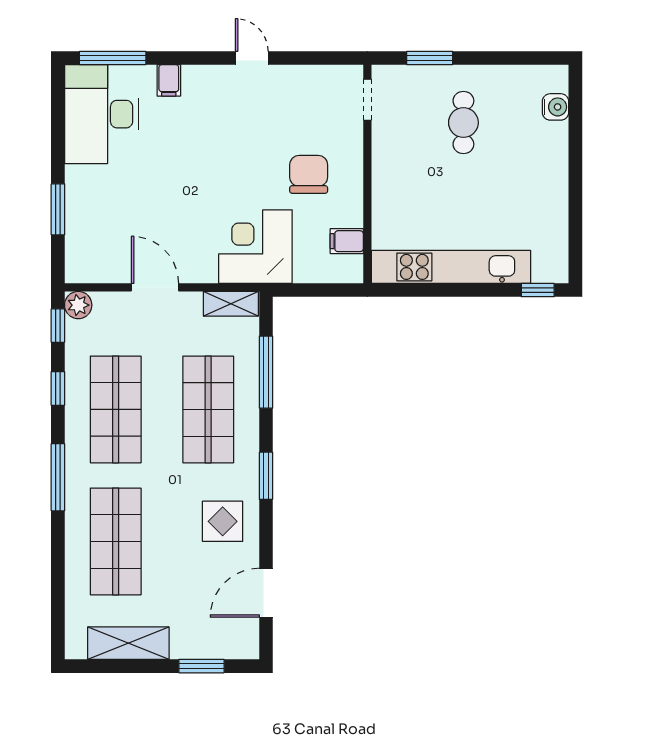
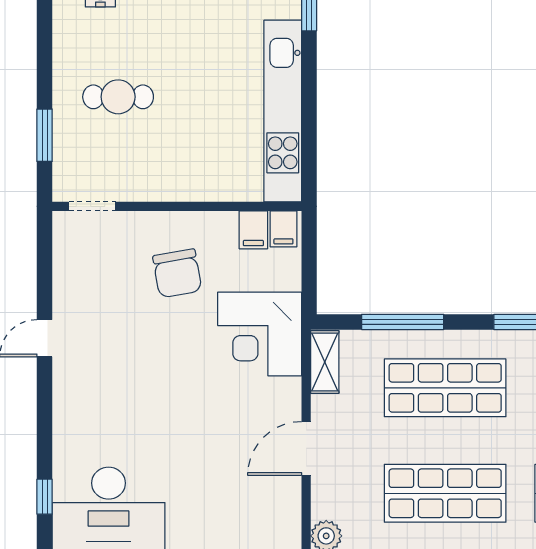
window: (113, 58) -> (45, 497), width x0.46
filing cabinet: (169, 80) -> (283, 229), moved, turned 90
chair: (309, 174) -> (177, 273), turned -100

